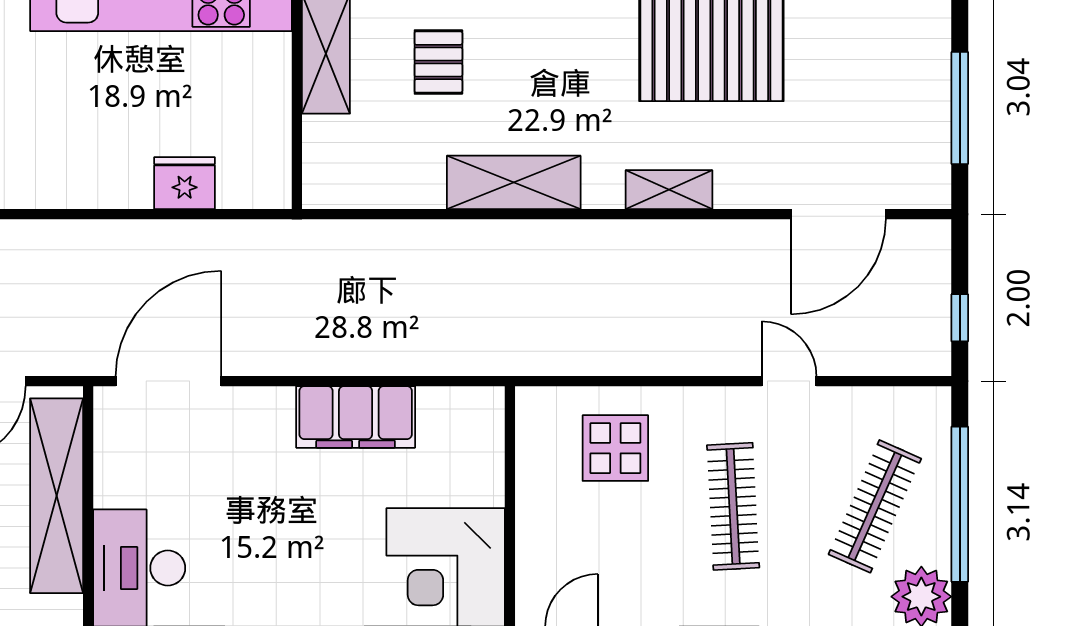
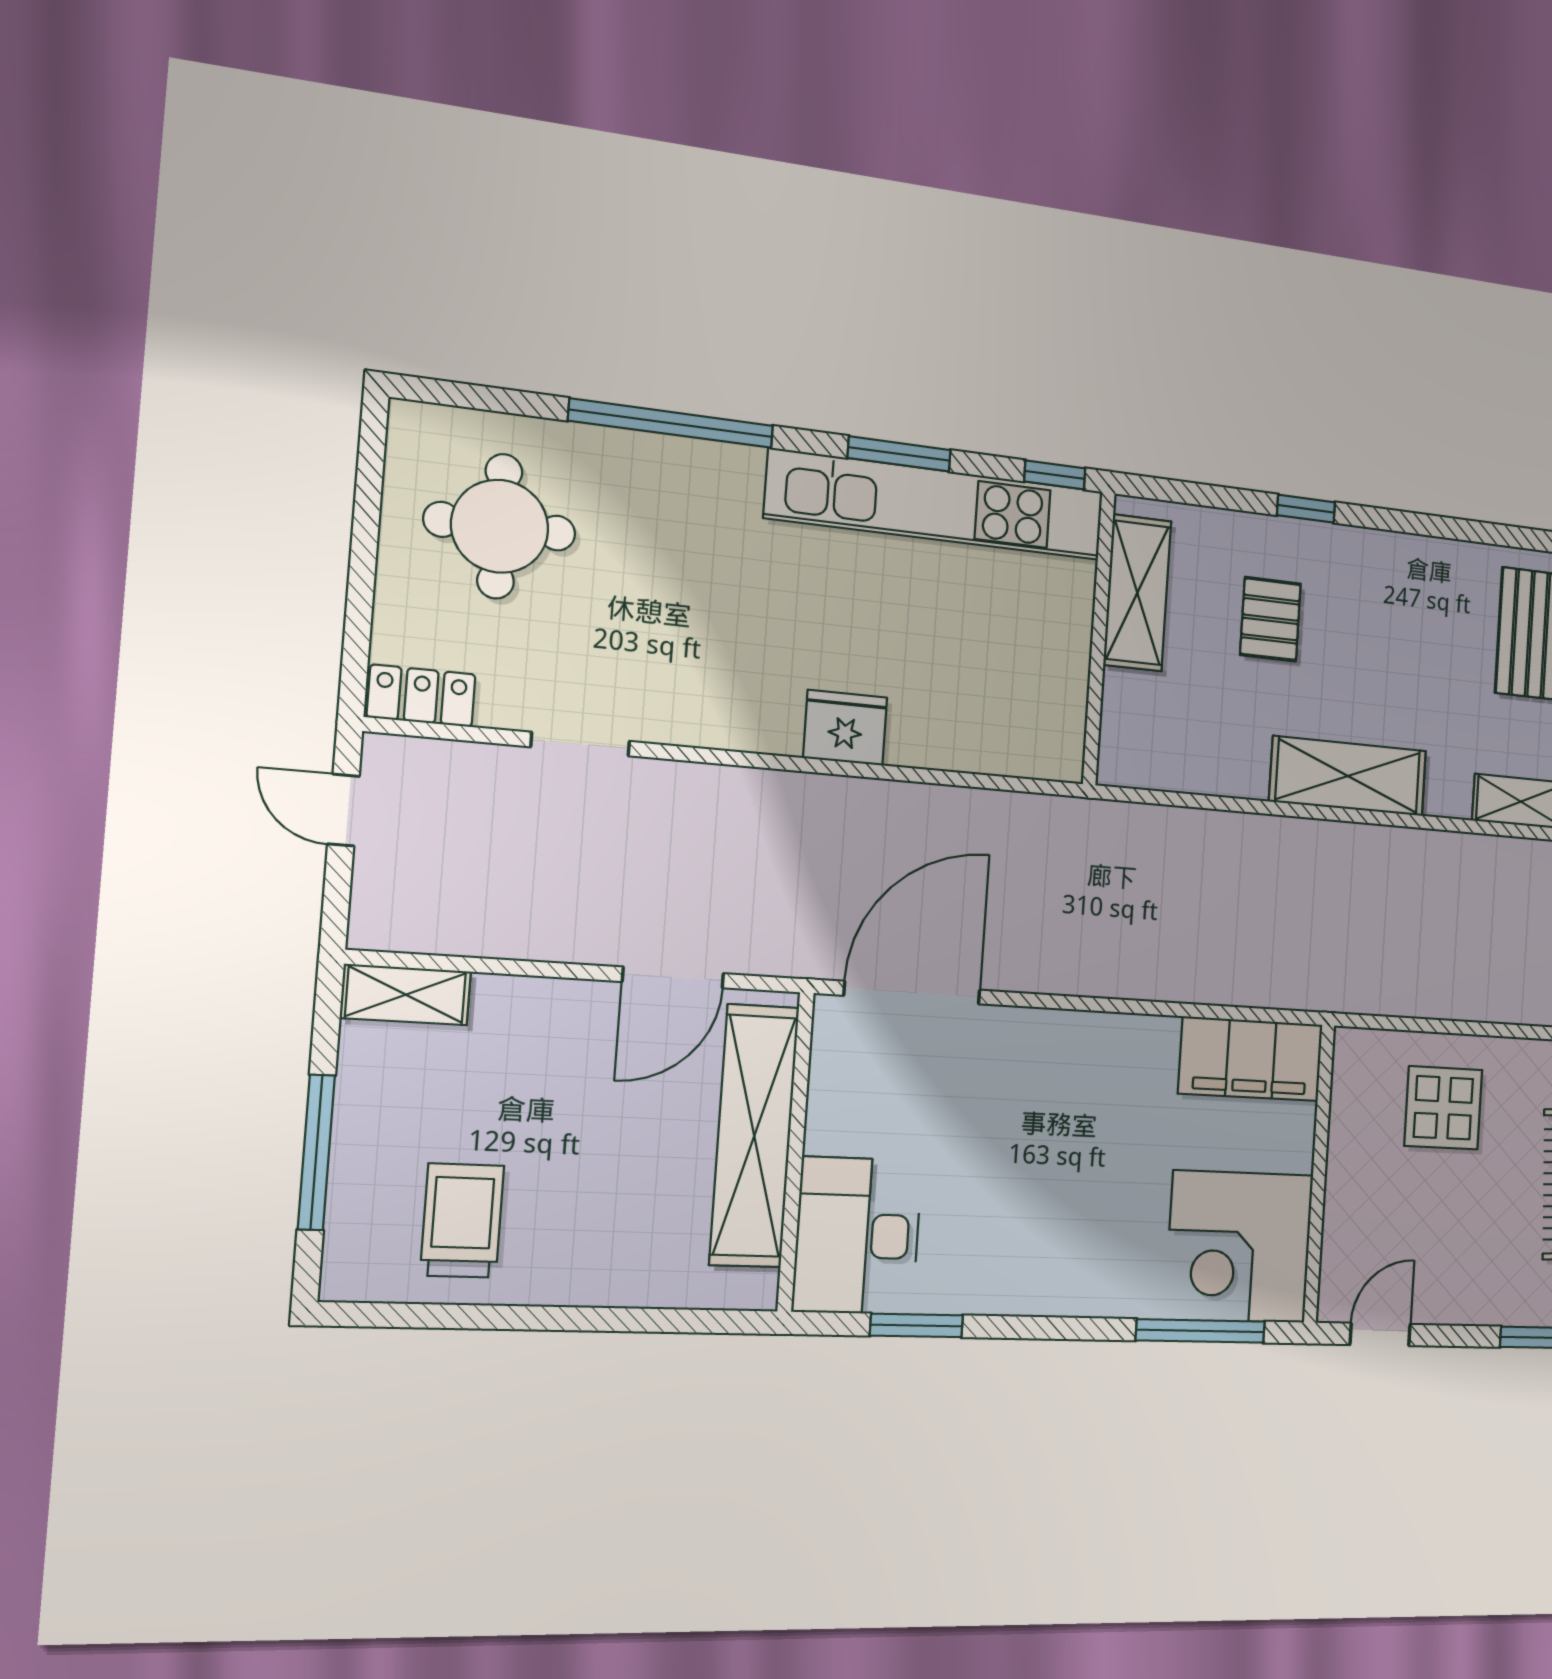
fridge: (185, 183) -> (845, 728), moved
filing cabinet: (356, 417) -> (1251, 1059), moved

